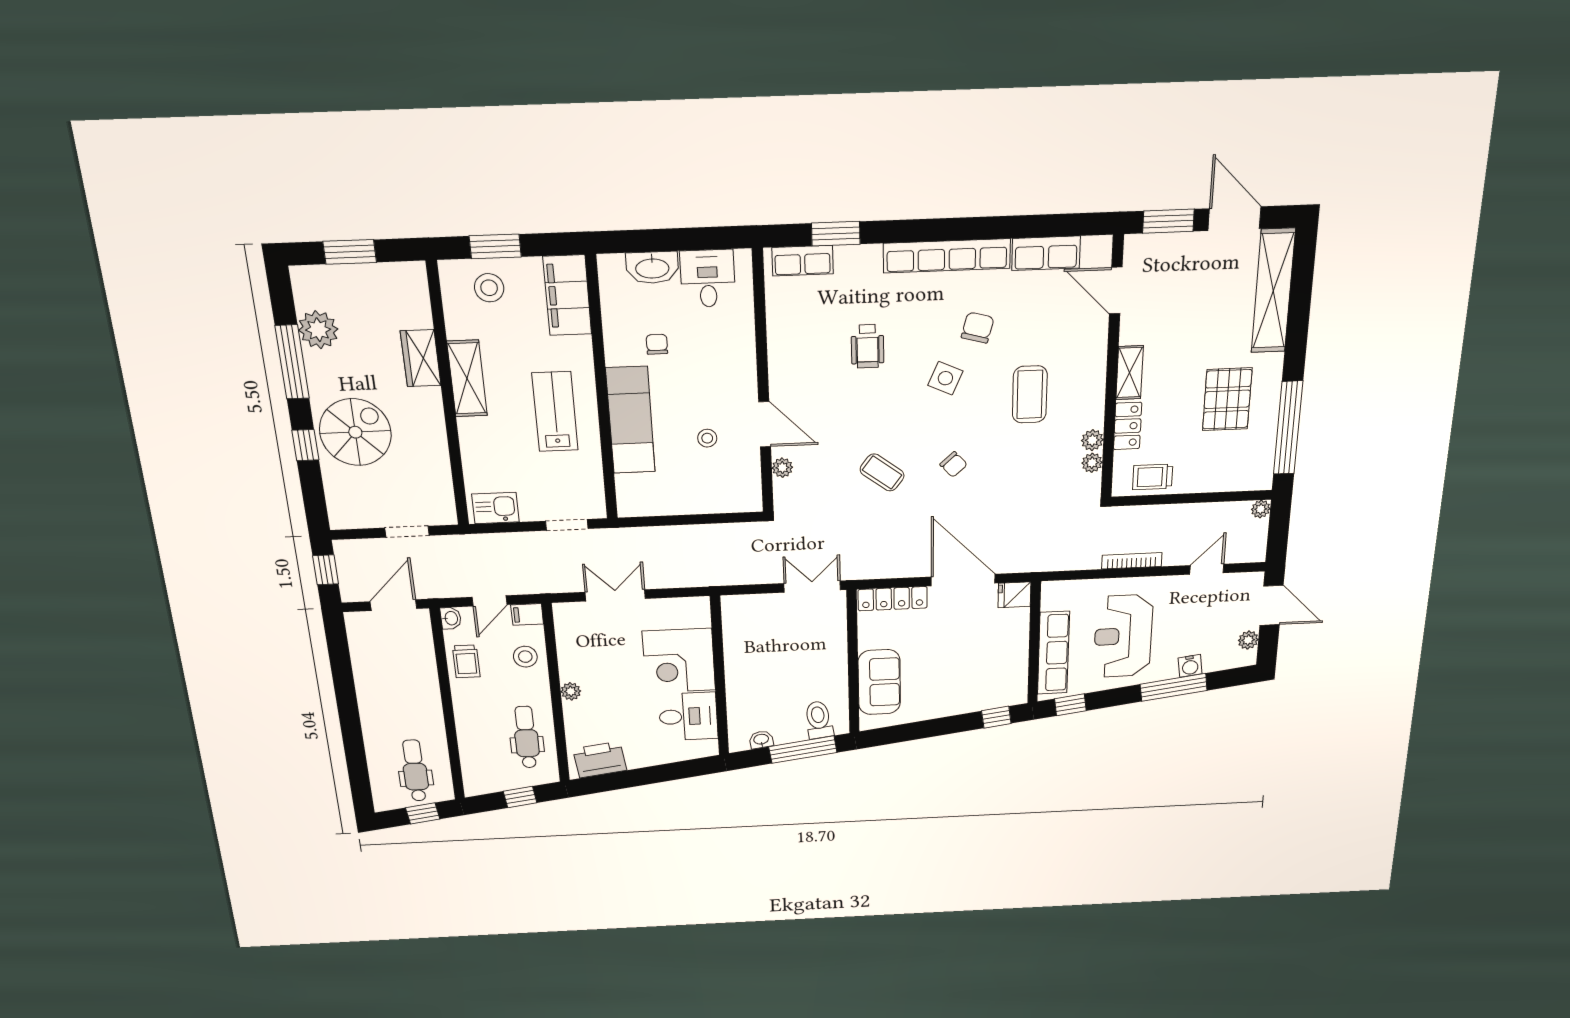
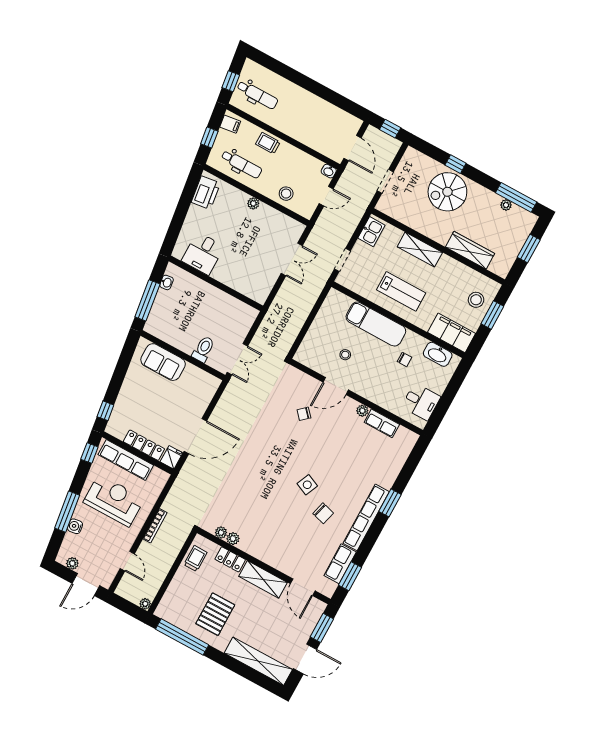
window: (1058, 225) -> (350, 576), added
window: (836, 234) -> (390, 503), moved
row of seats: (803, 261) -> (382, 423), moved, turned -90
washbasin: (652, 268) -> (438, 354), moved, turned -90
door: (1116, 290) -> (303, 587), swing flipped
plant: (318, 330) -> (506, 205), width x0.53, depth x0.53
wheelchair: (867, 346) -> (345, 457), removed
wardrobe: (421, 358) -> (470, 250), width x1.50
window: (292, 362) -> (516, 197), moved
shelving: (1130, 373) -> (263, 579), width x1.50, depth x1.33
shelving: (467, 379) -> (420, 250), moved
coffee table: (1030, 394) -> (275, 520), removed
pallet: (1227, 399) -> (215, 614), turned 90
spiral stairs: (355, 432) -> (447, 192), turned 90
chair: (954, 464) -> (304, 414), moved
plant: (782, 468) -> (362, 411), moved
coffee table: (882, 472) -> (277, 428), removed
locker: (893, 599) -> (144, 445), moved, turned 90
door: (490, 601) -> (326, 196), swing flipped
filing cabinet: (527, 614) -> (230, 124), moved, turned 82
trolley: (466, 661) -> (268, 143), moved
corner desk: (679, 661) -> (237, 268), removed
toilet: (819, 720) -> (203, 349), moved, turned -82

